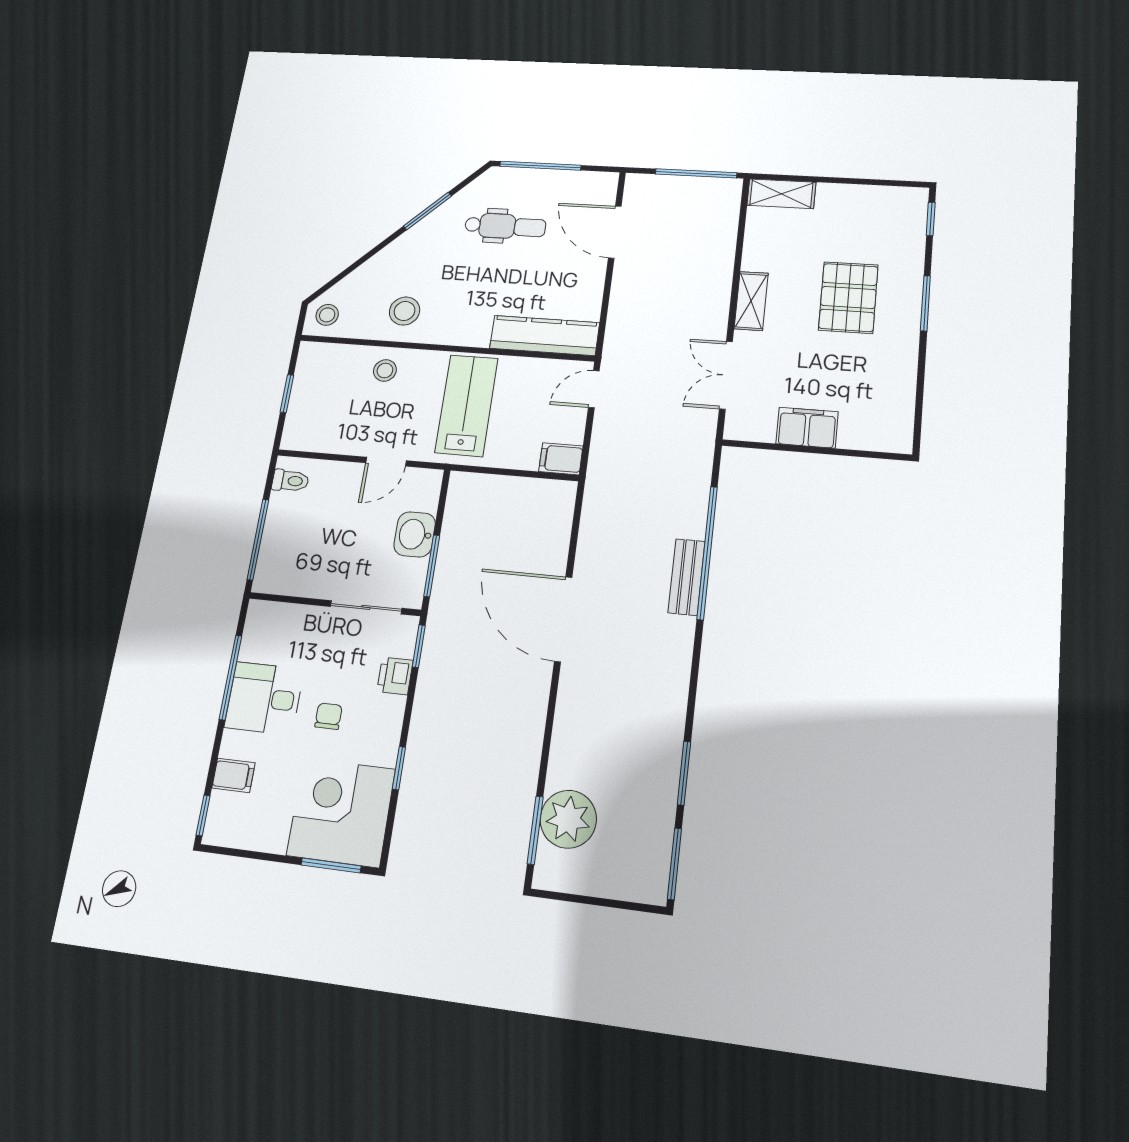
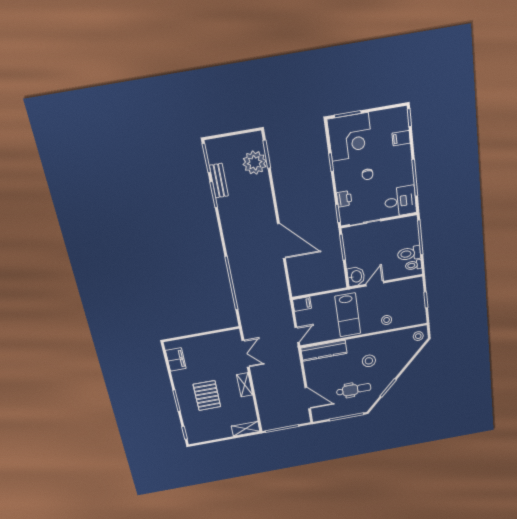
dental chair: (505, 226) -> (354, 390), turned 180
stool: (405, 311) -> (369, 361), moved
filing cabinet: (807, 428) -> (176, 359), moved, turned -90
toilet: (292, 510) -> (409, 254), added
washbasin: (415, 534) -> (356, 276), moved
bench: (686, 577) -> (219, 181), moved
desk: (264, 698) -> (400, 201), moved

